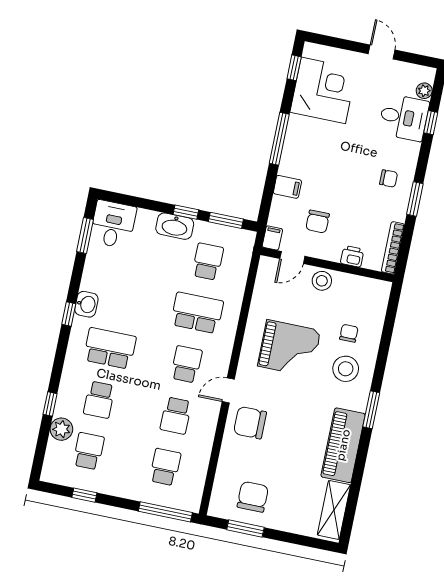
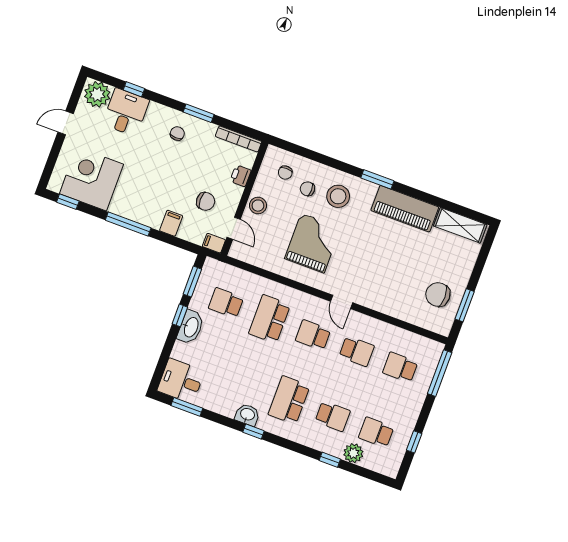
plant: (424, 91) -> (97, 94), width x1.88, depth x1.88
chair: (250, 423) -> (285, 173), moved, width x0.54, depth x0.54

